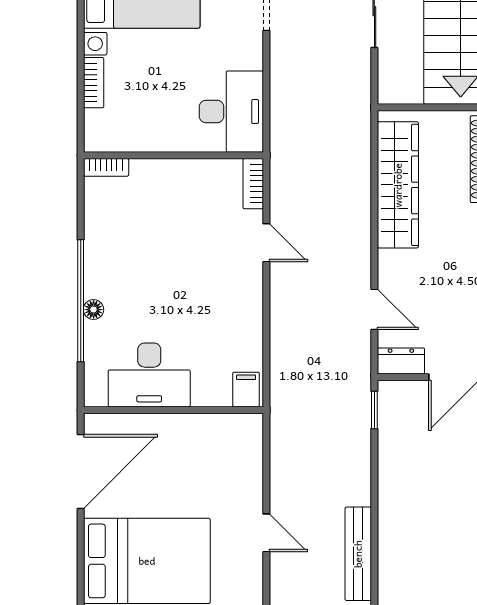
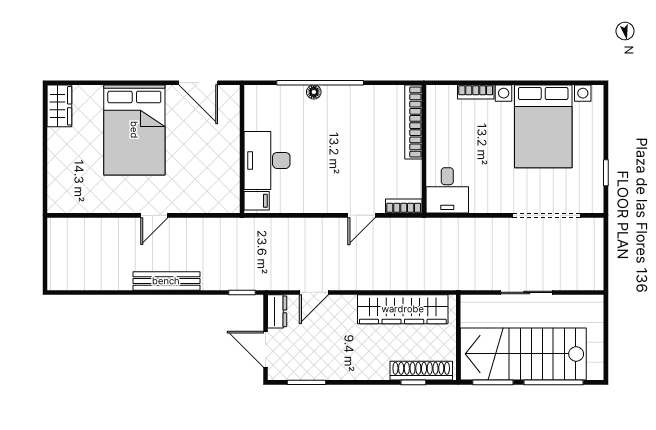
desk: (231, 112) -> (447, 190), width x0.73
bookcase: (106, 167) -> (413, 122), width x2.31, depth x1.31
desk: (149, 375) -> (267, 160), moved
door: (81, 472) -> (198, 83), width x0.73
bench: (358, 554) -> (166, 281), moved

